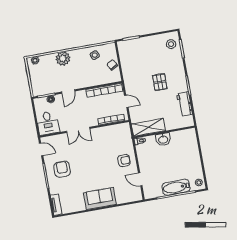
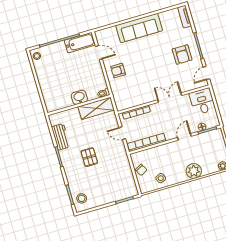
door: (41, 149) -> (206, 73), hinge flipped
bathtub: (176, 187) -> (80, 43), moved
sofa: (100, 198) -> (139, 28), width x1.36

